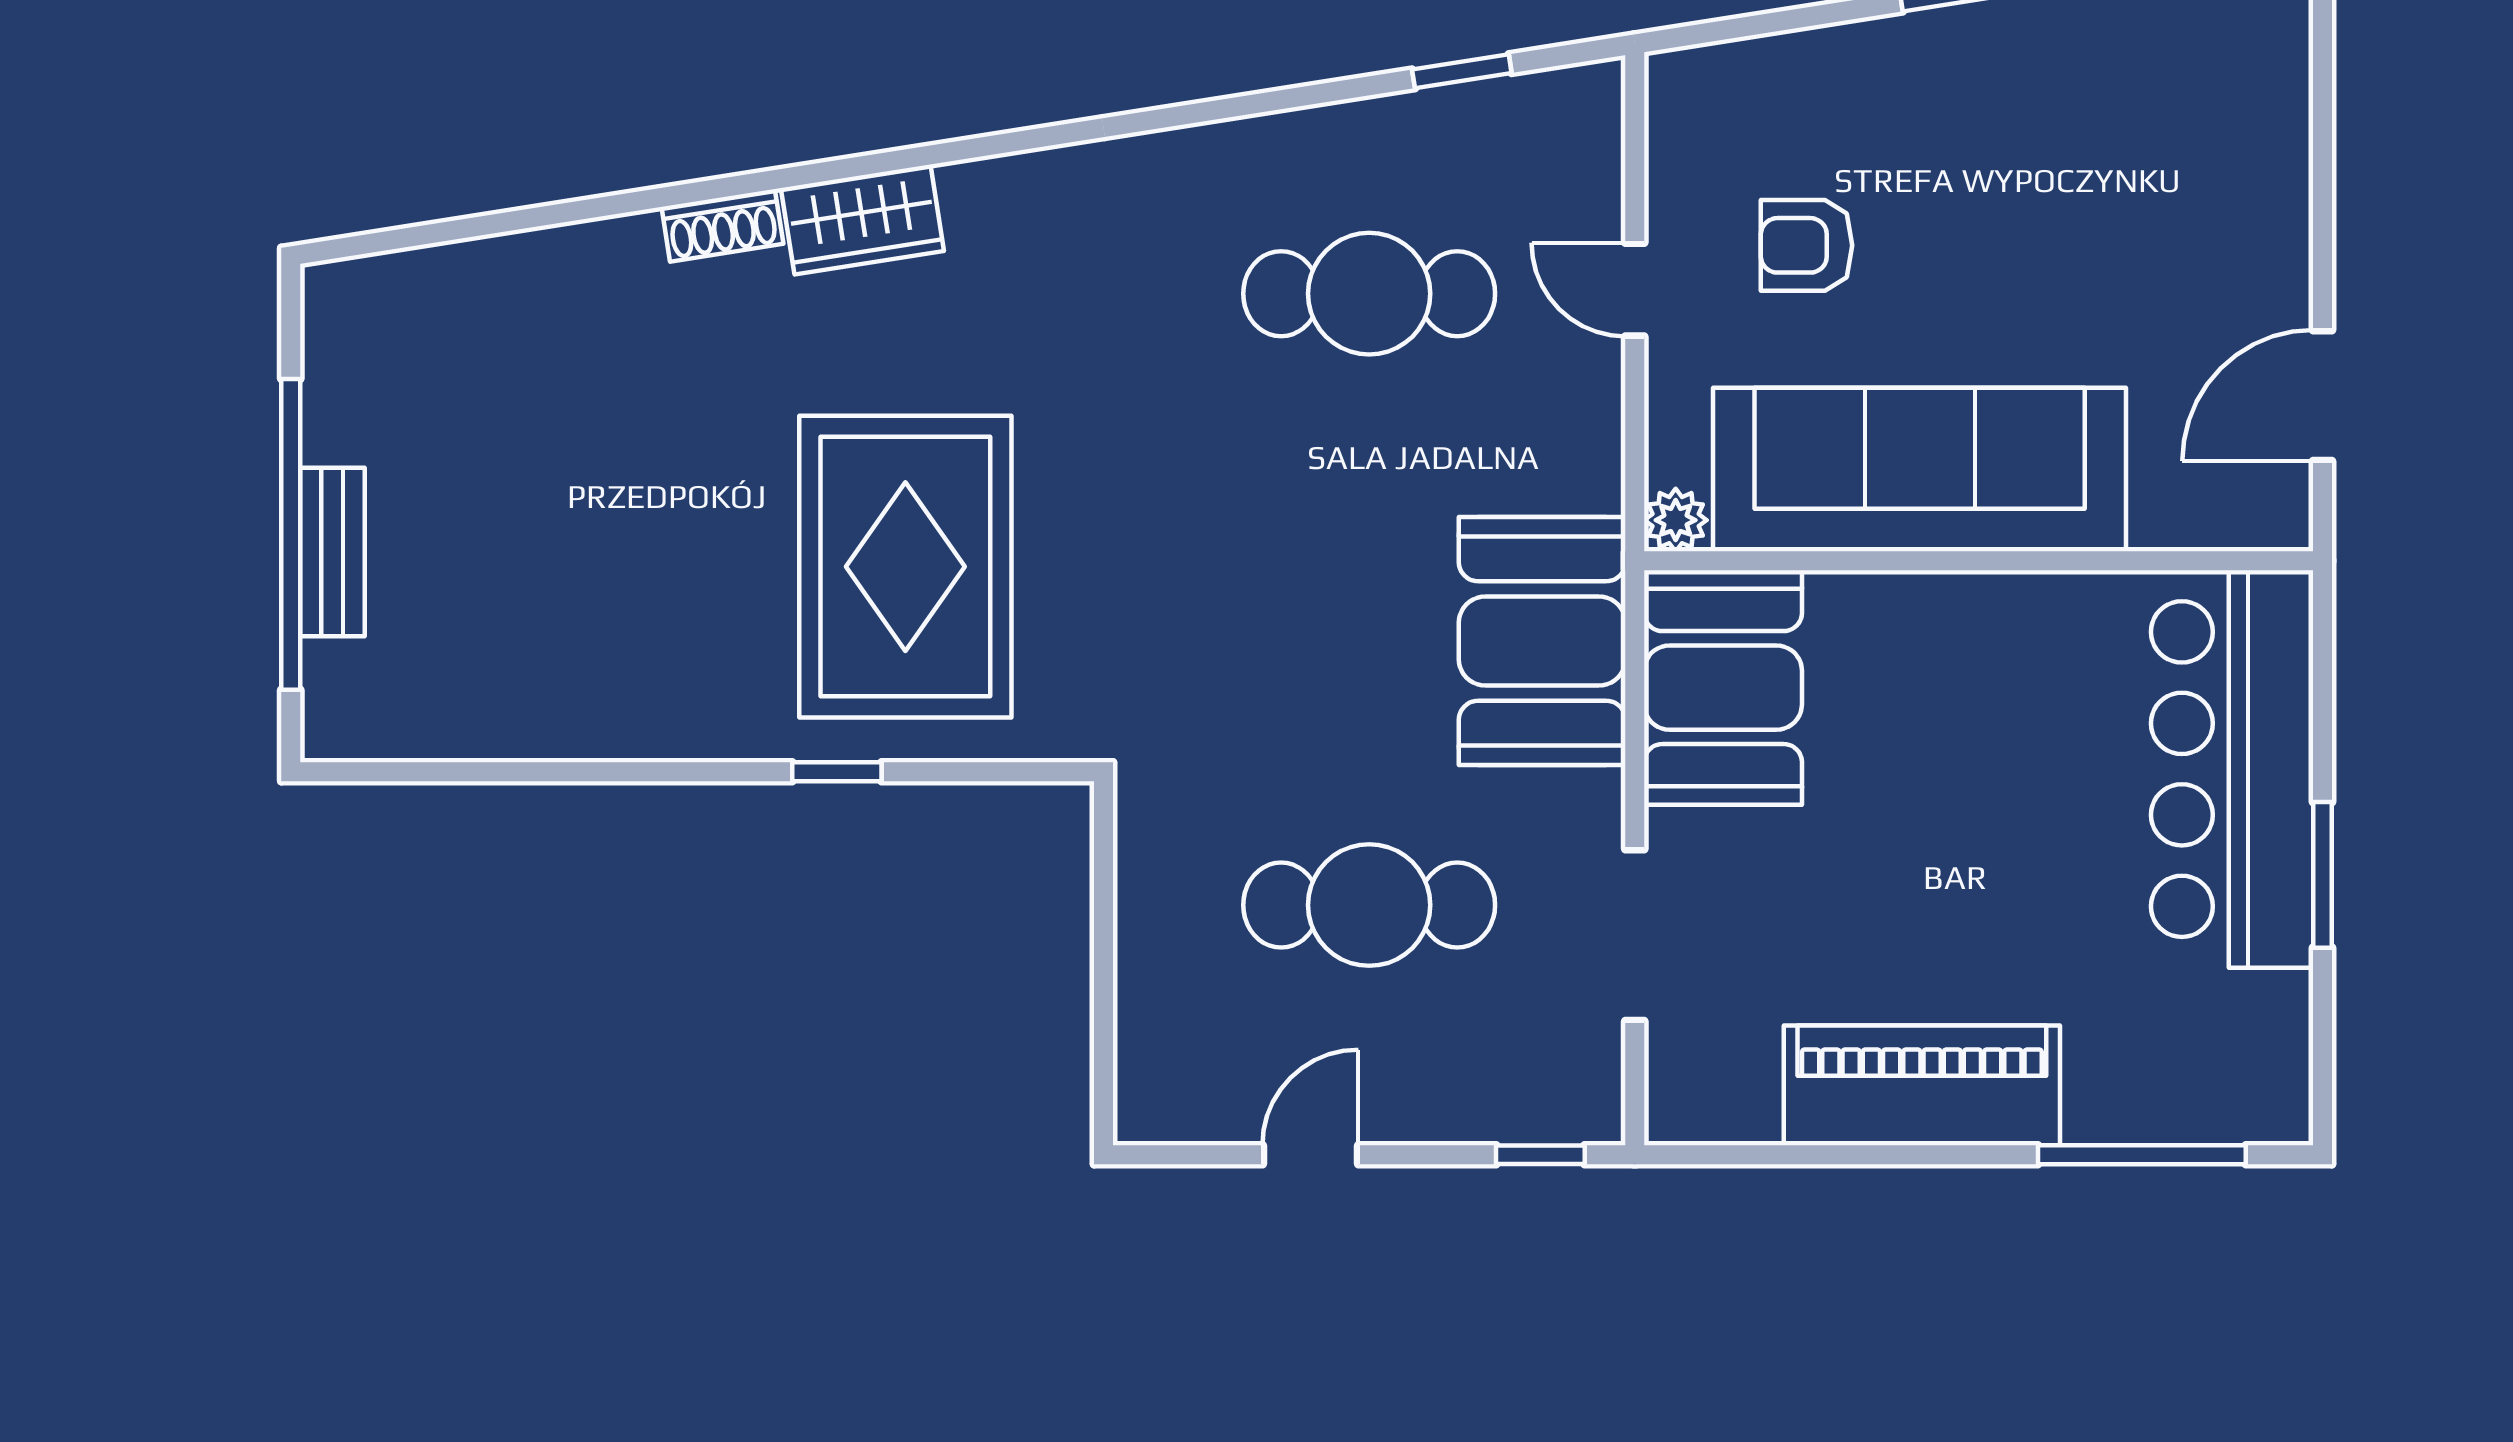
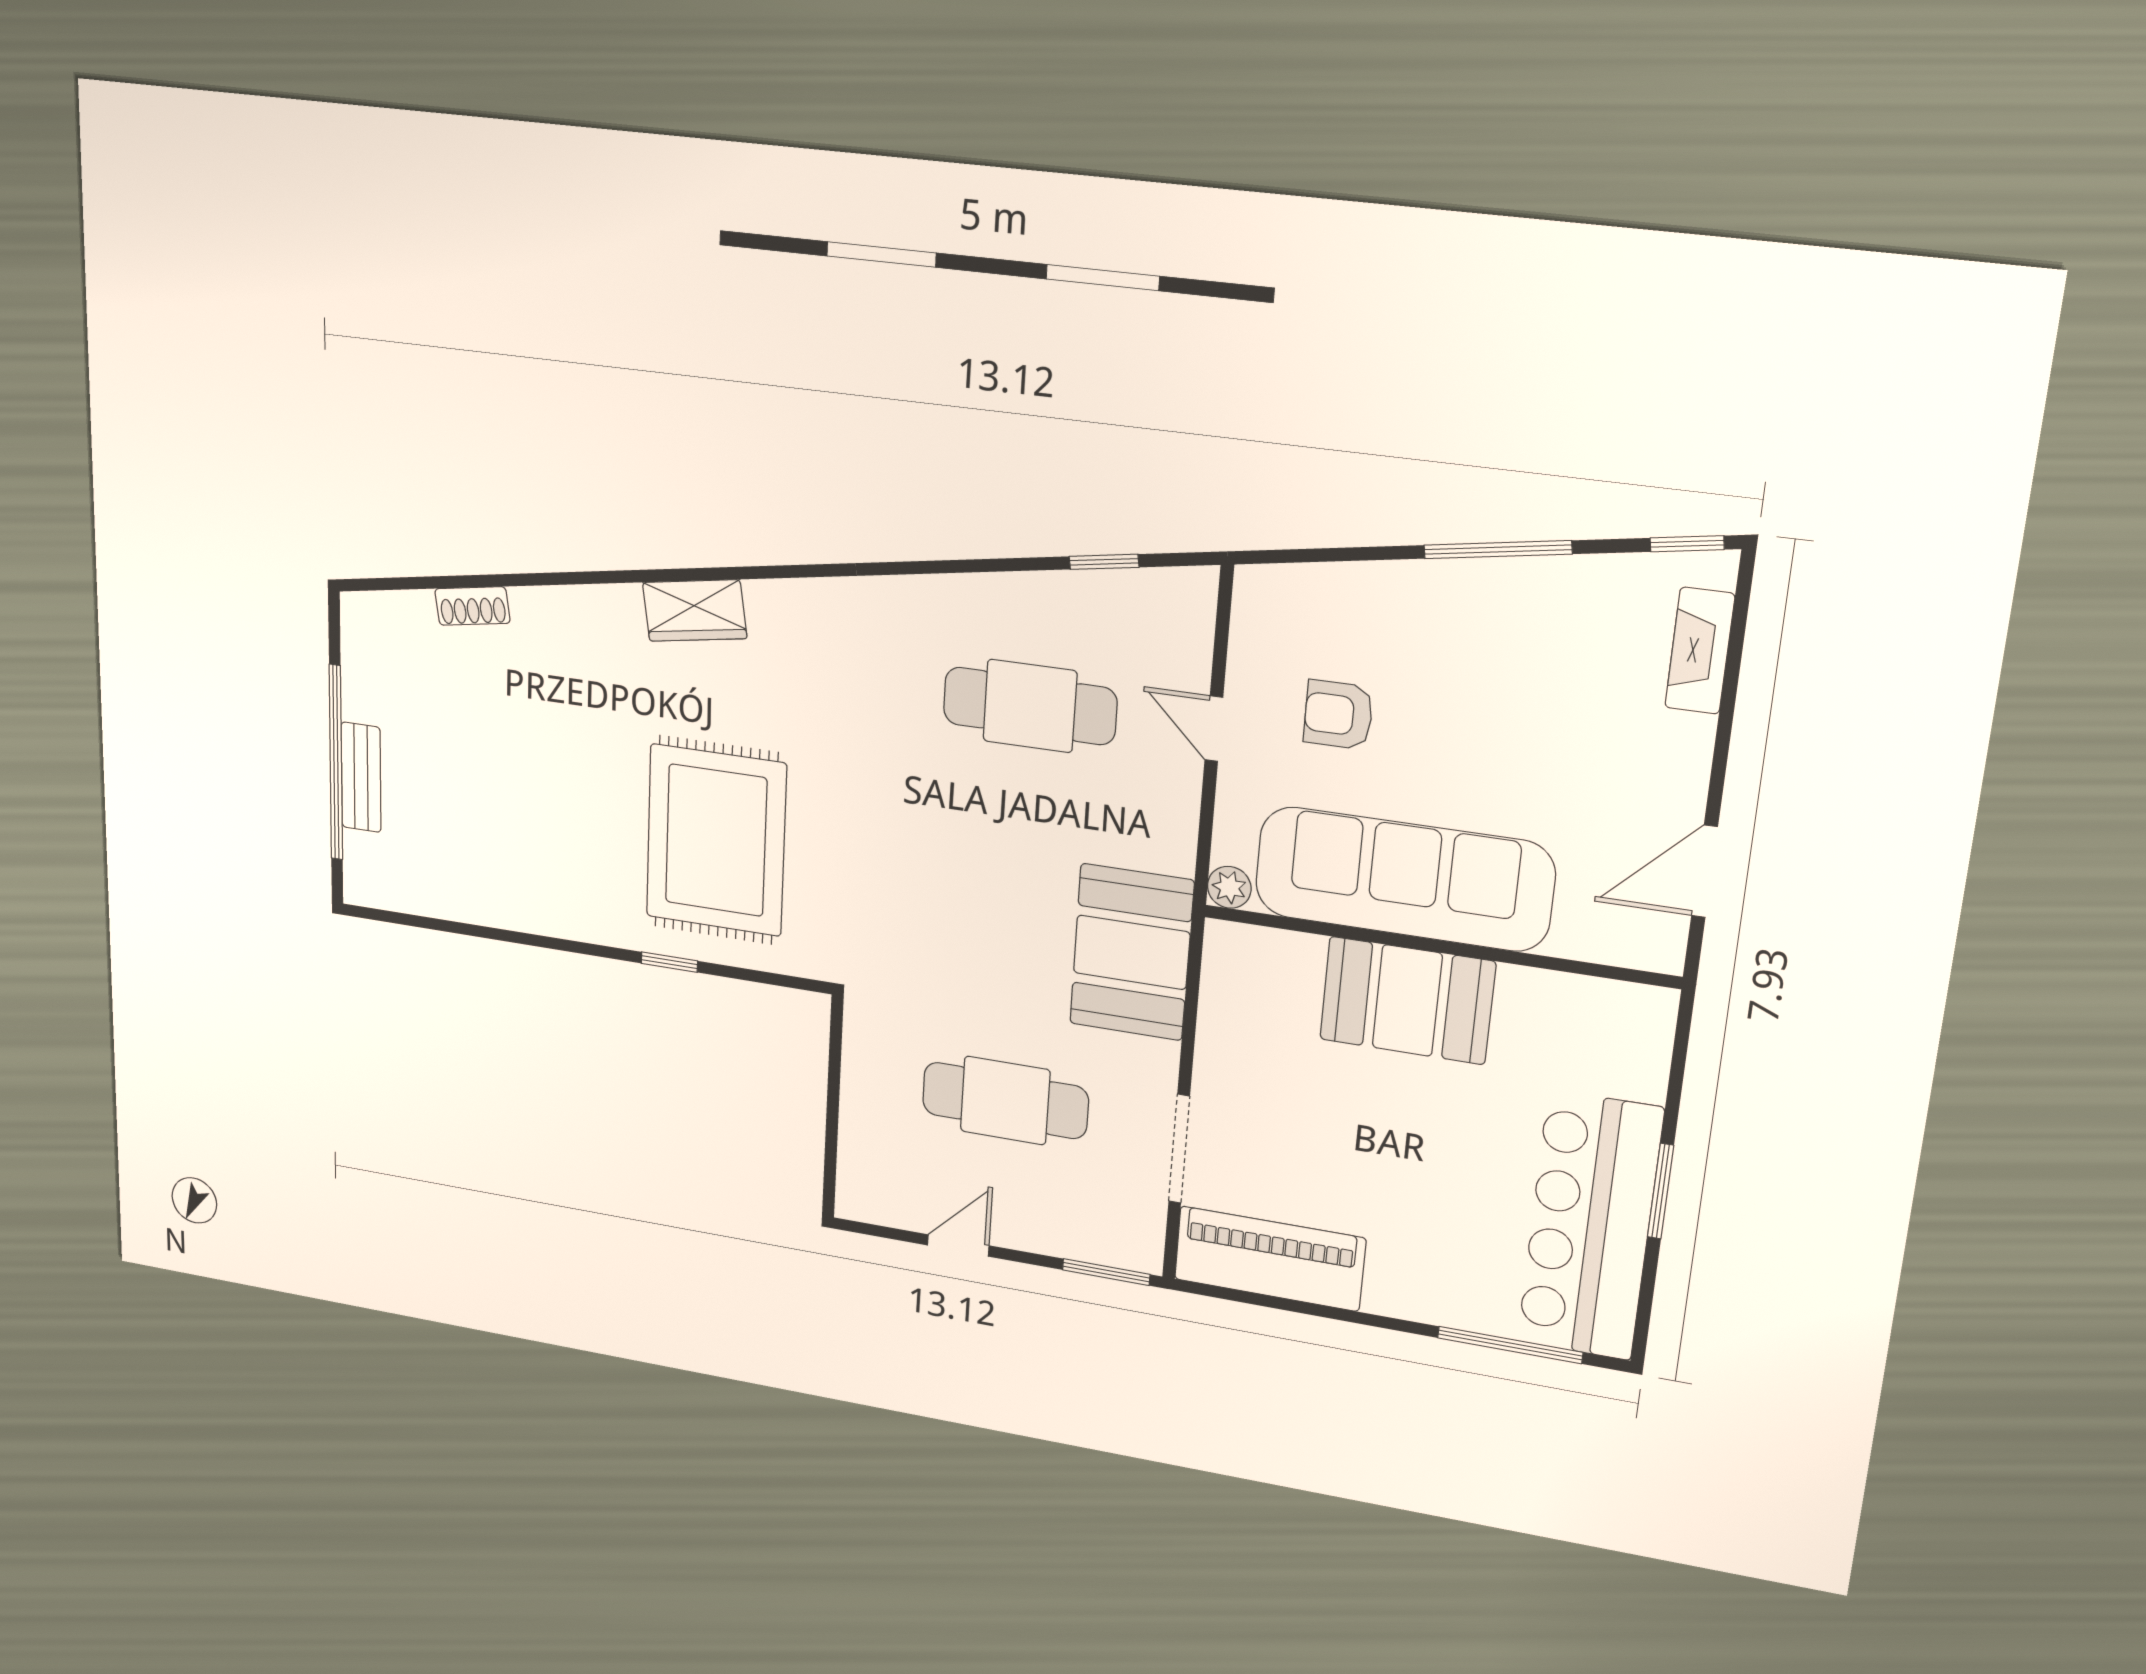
fireplace: (2277, 90) -> (1700, 651), added
shoe rack: (722, 225) -> (472, 606), moved
booth: (1723, 688) -> (1407, 1001), moved, turned 90
bar counter: (2232, 769) -> (1590, 1226), moved
piano: (1922, 1085) -> (1270, 1259), moved
window: (1540, 1155) -> (1106, 1272), width x1.50

